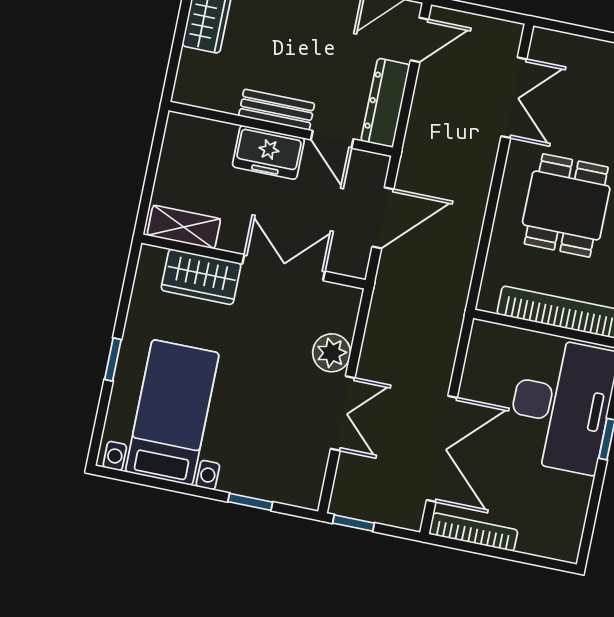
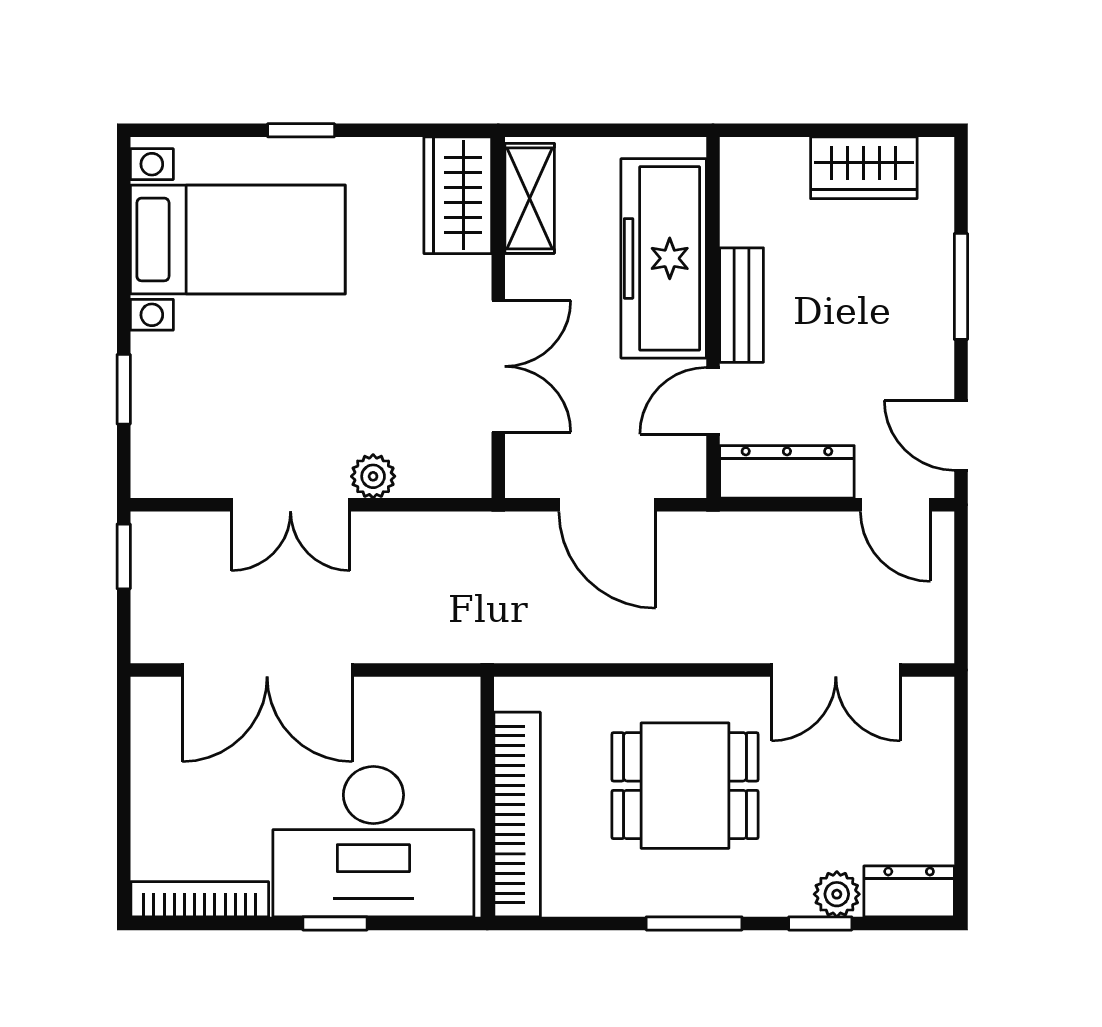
freezer: (268, 152) -> (664, 258), width x1.91, depth x1.26
wardrobe: (201, 277) -> (458, 195), moved
plant: (332, 353) -> (373, 476), width x0.73, depth x0.73
bookcase: (473, 532) -> (200, 899), moved, turned -90

